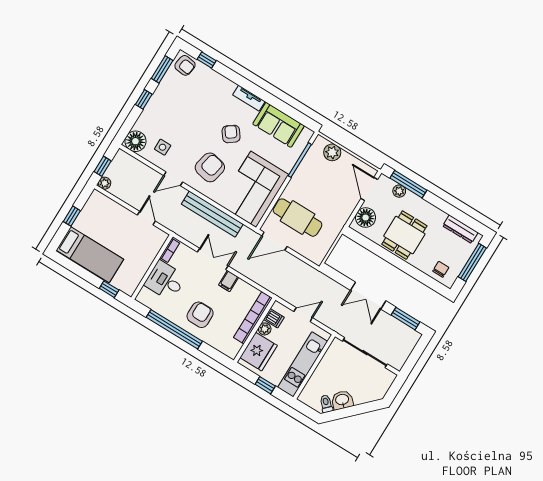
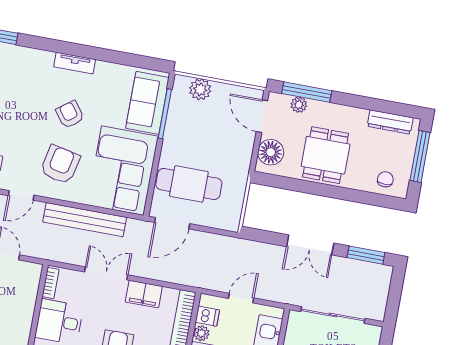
sofa: (279, 125) -> (147, 103), moved, turned 90
filing cabinet: (229, 281) -> (144, 294), width x2.00

